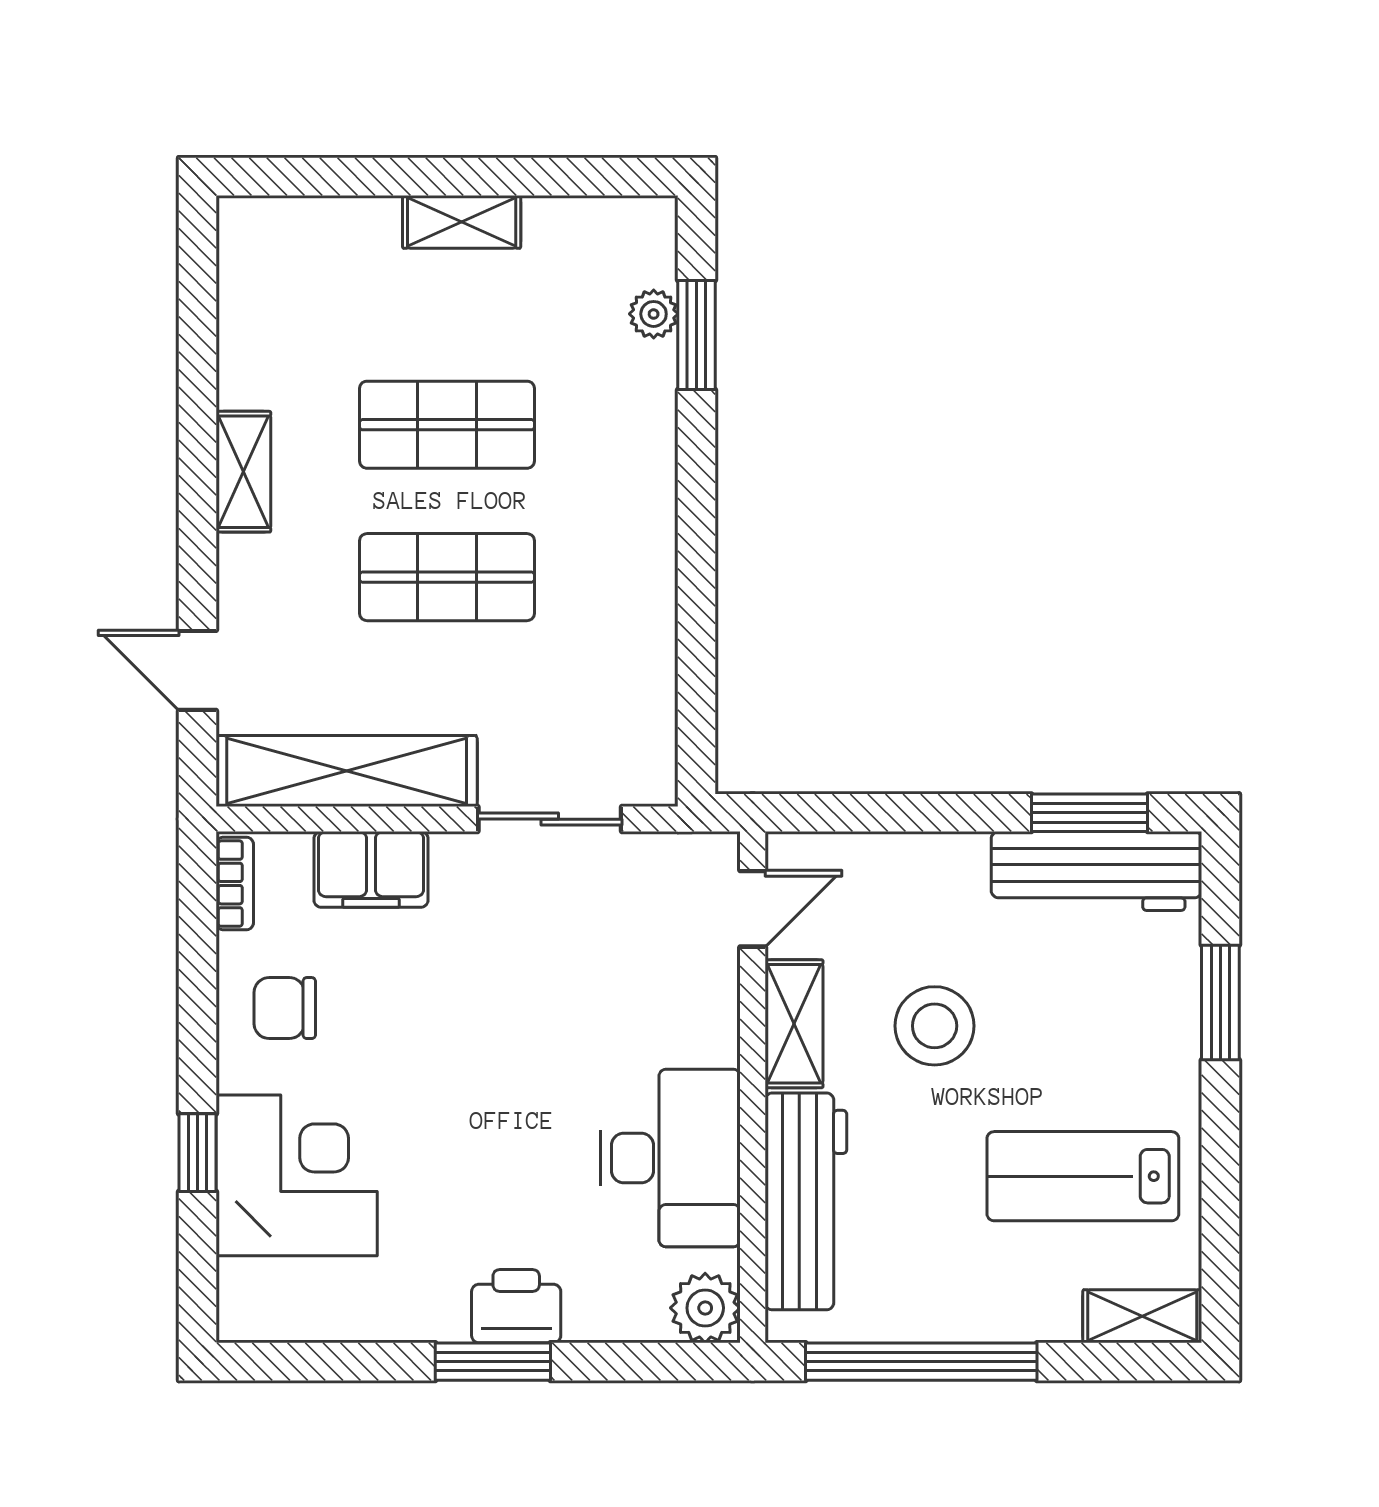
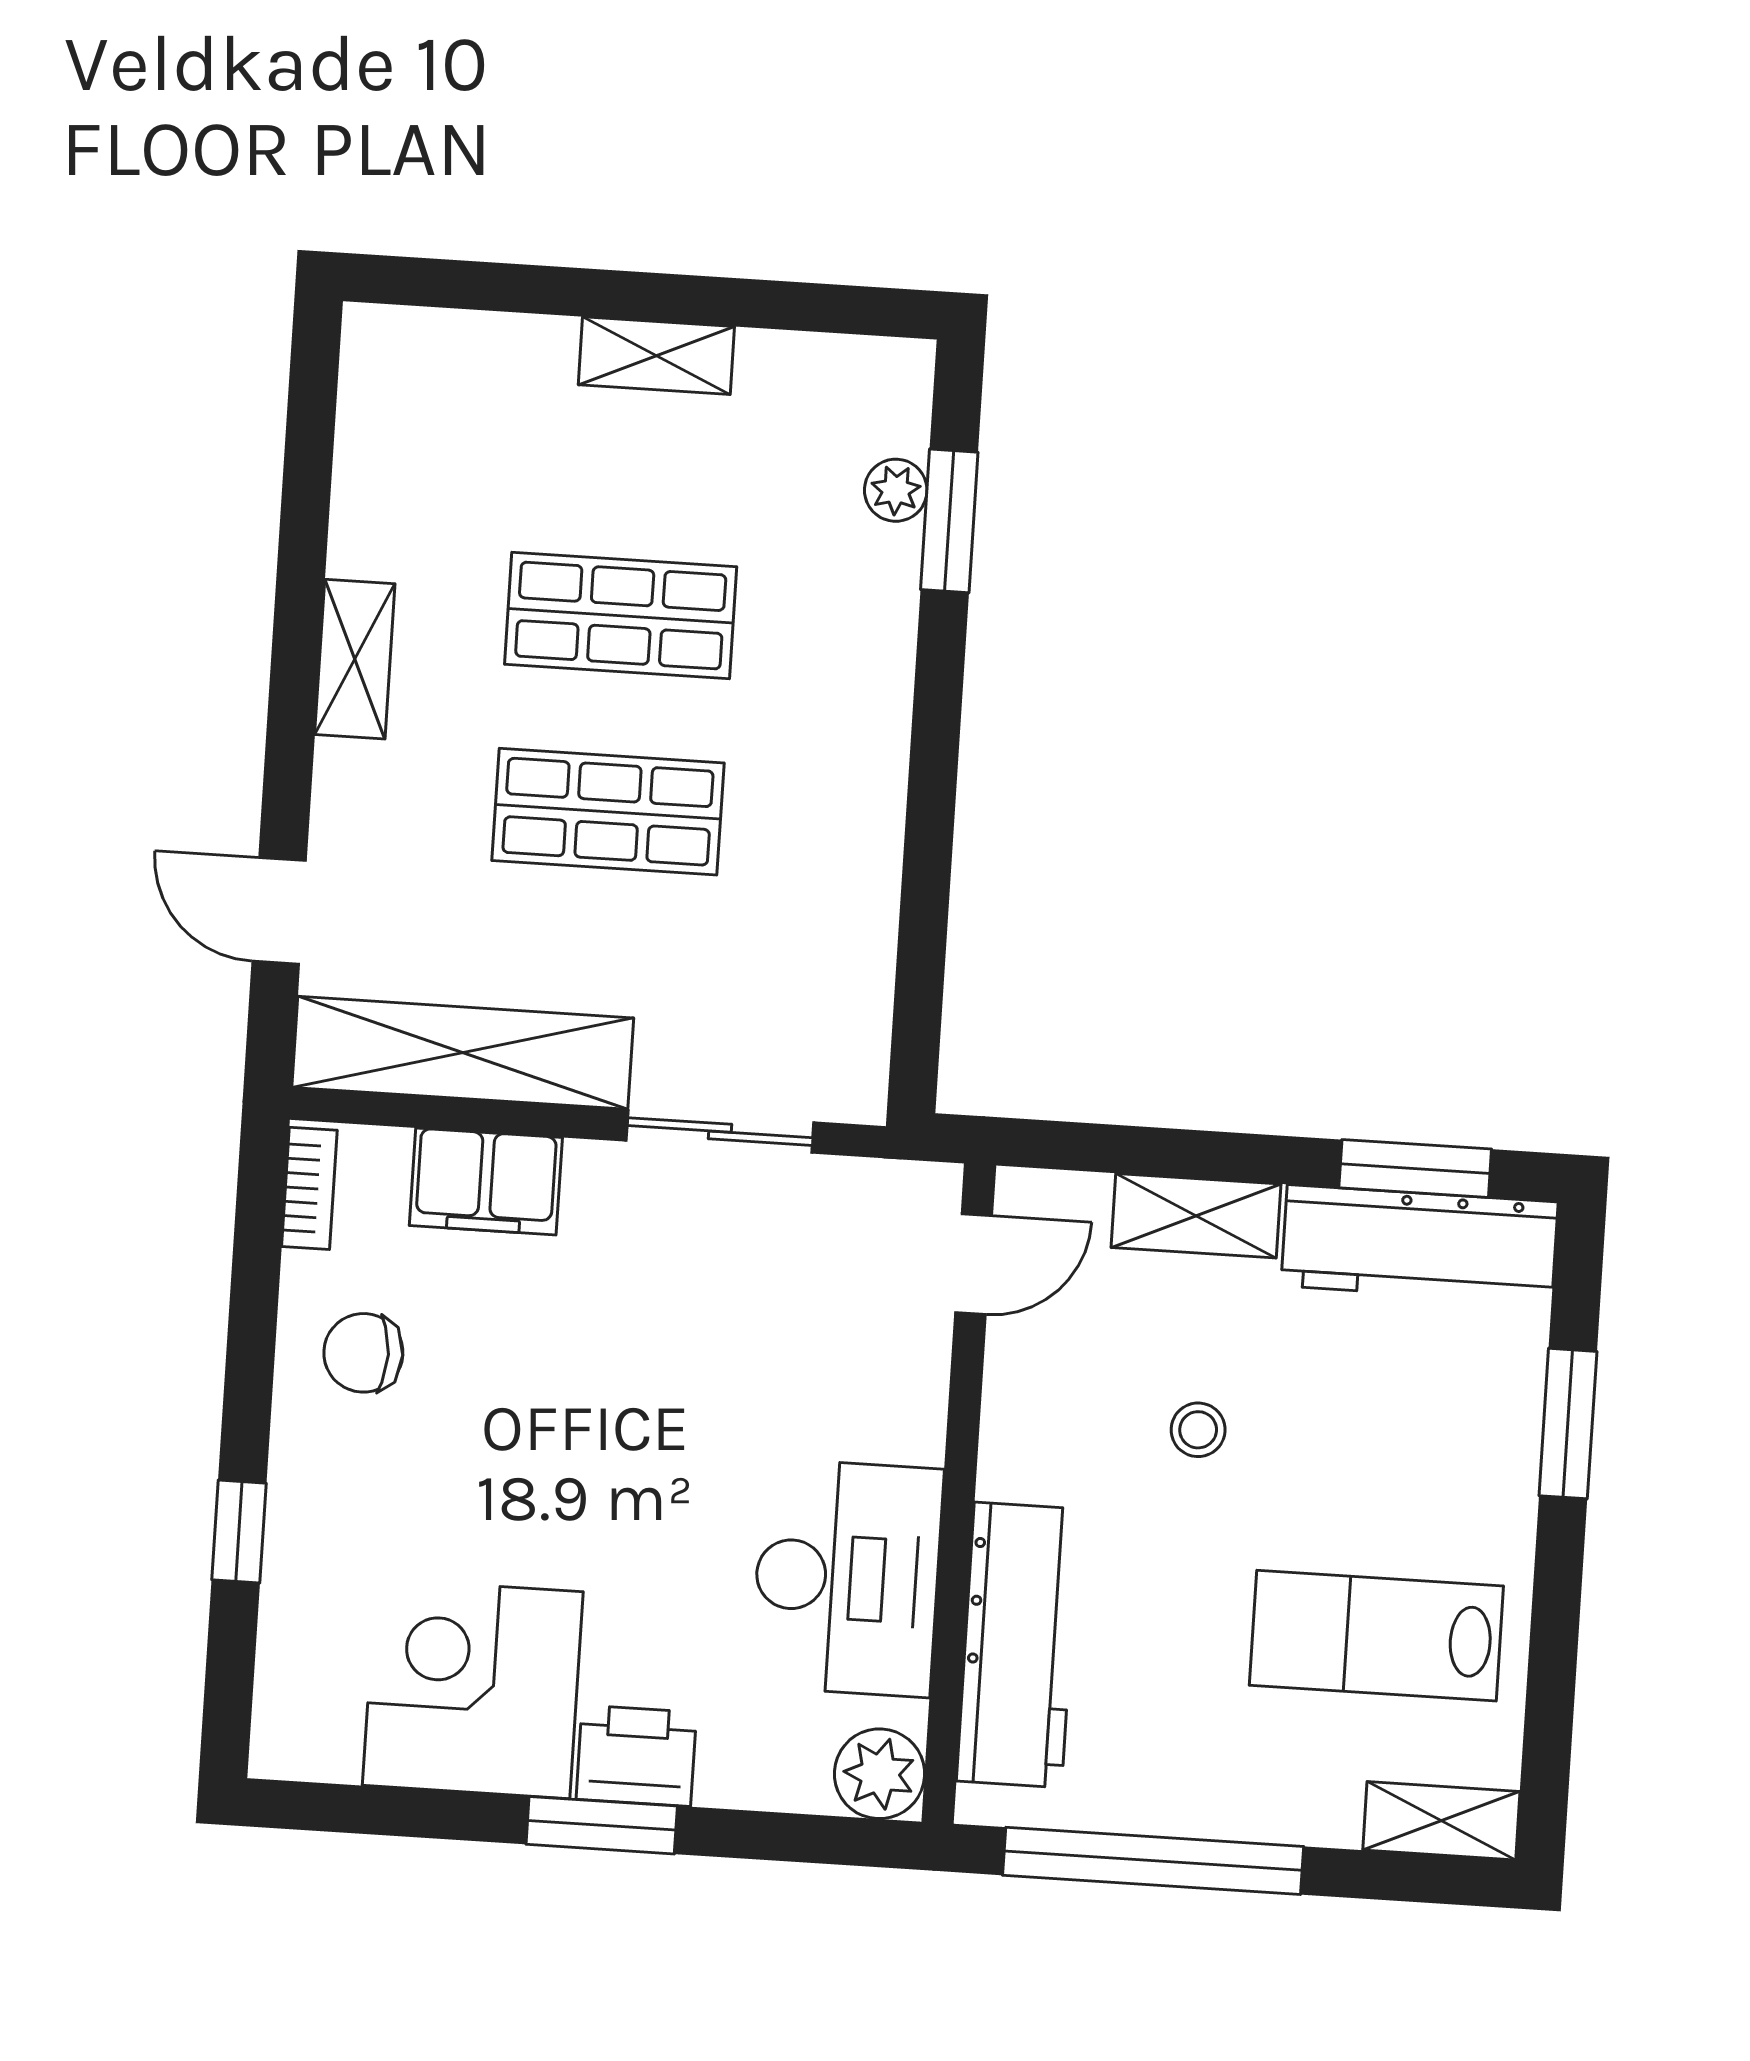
shelving: (794, 1024) -> (1196, 1216), moved, turned 90
stool: (935, 1026) -> (1198, 1430), width x0.53, depth x0.53
corner desk: (297, 1175) -> (473, 1689), moved, turned -90

